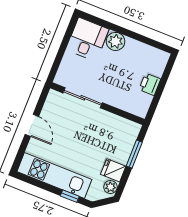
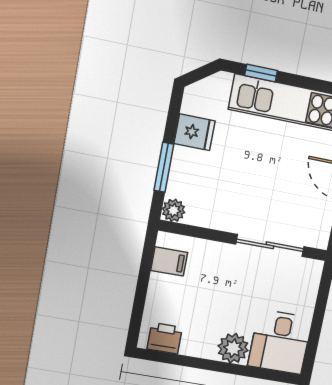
printer: (150, 84) -> (165, 338), moved, turned -90
filing cabinet: (142, 100) -> (169, 261), added
plant: (110, 187) -> (174, 210), moved

